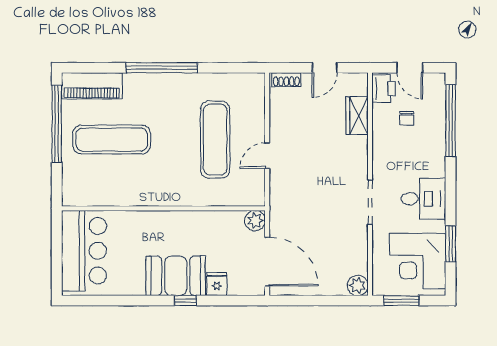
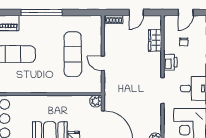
door: (410, 68) -> (186, 12), hinge flipped
printer: (383, 89) -> (170, 62), moved
door: (267, 156) -> (103, 63), hinge flipped

